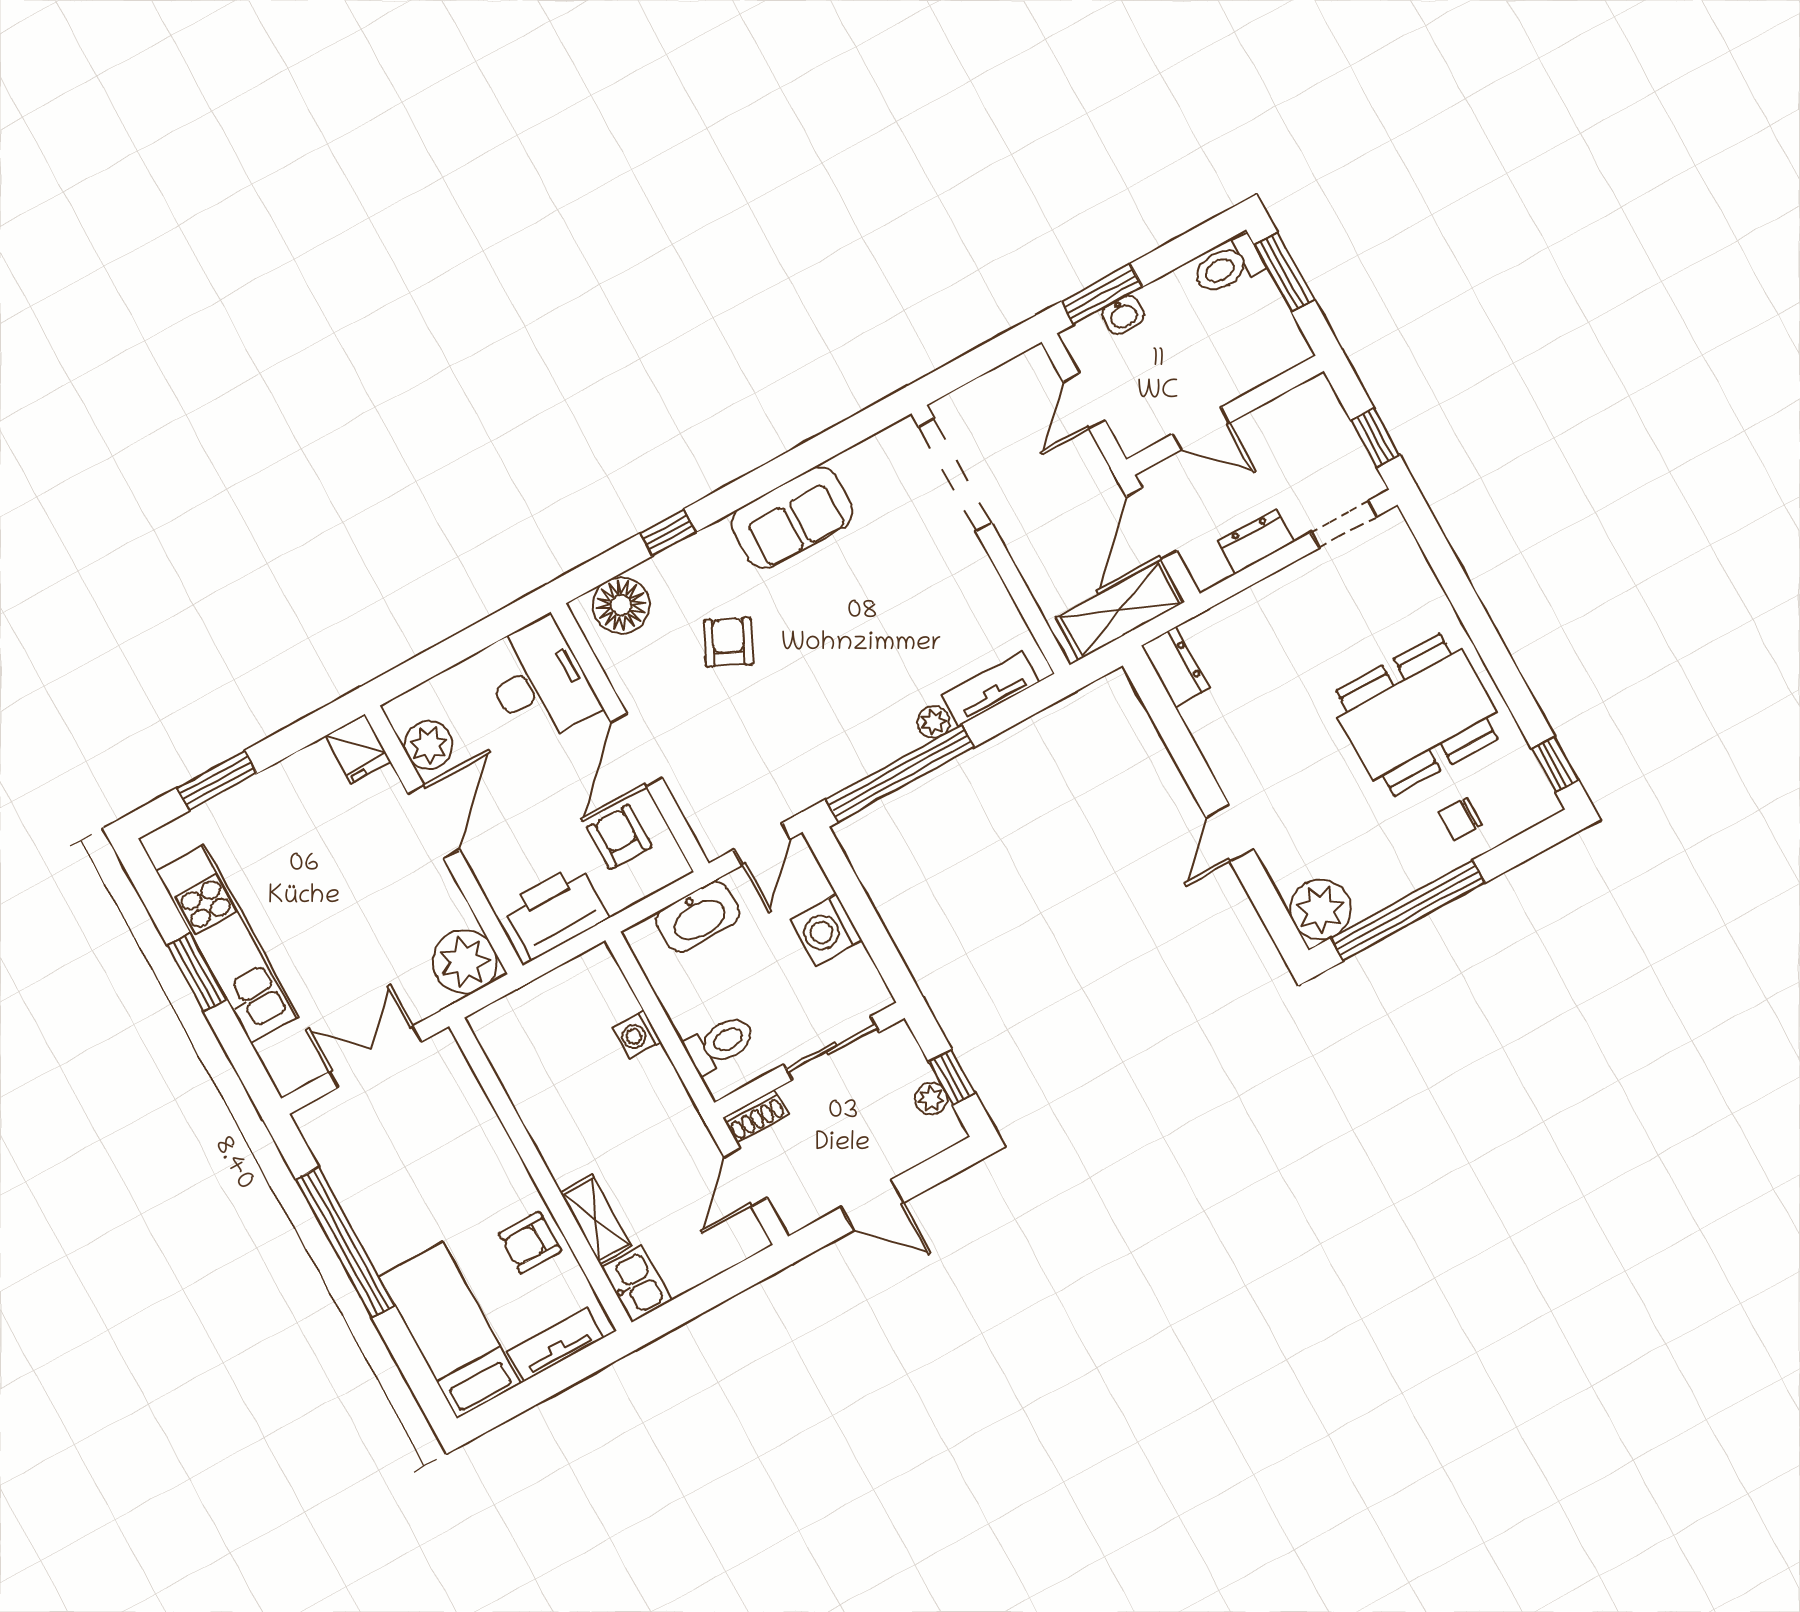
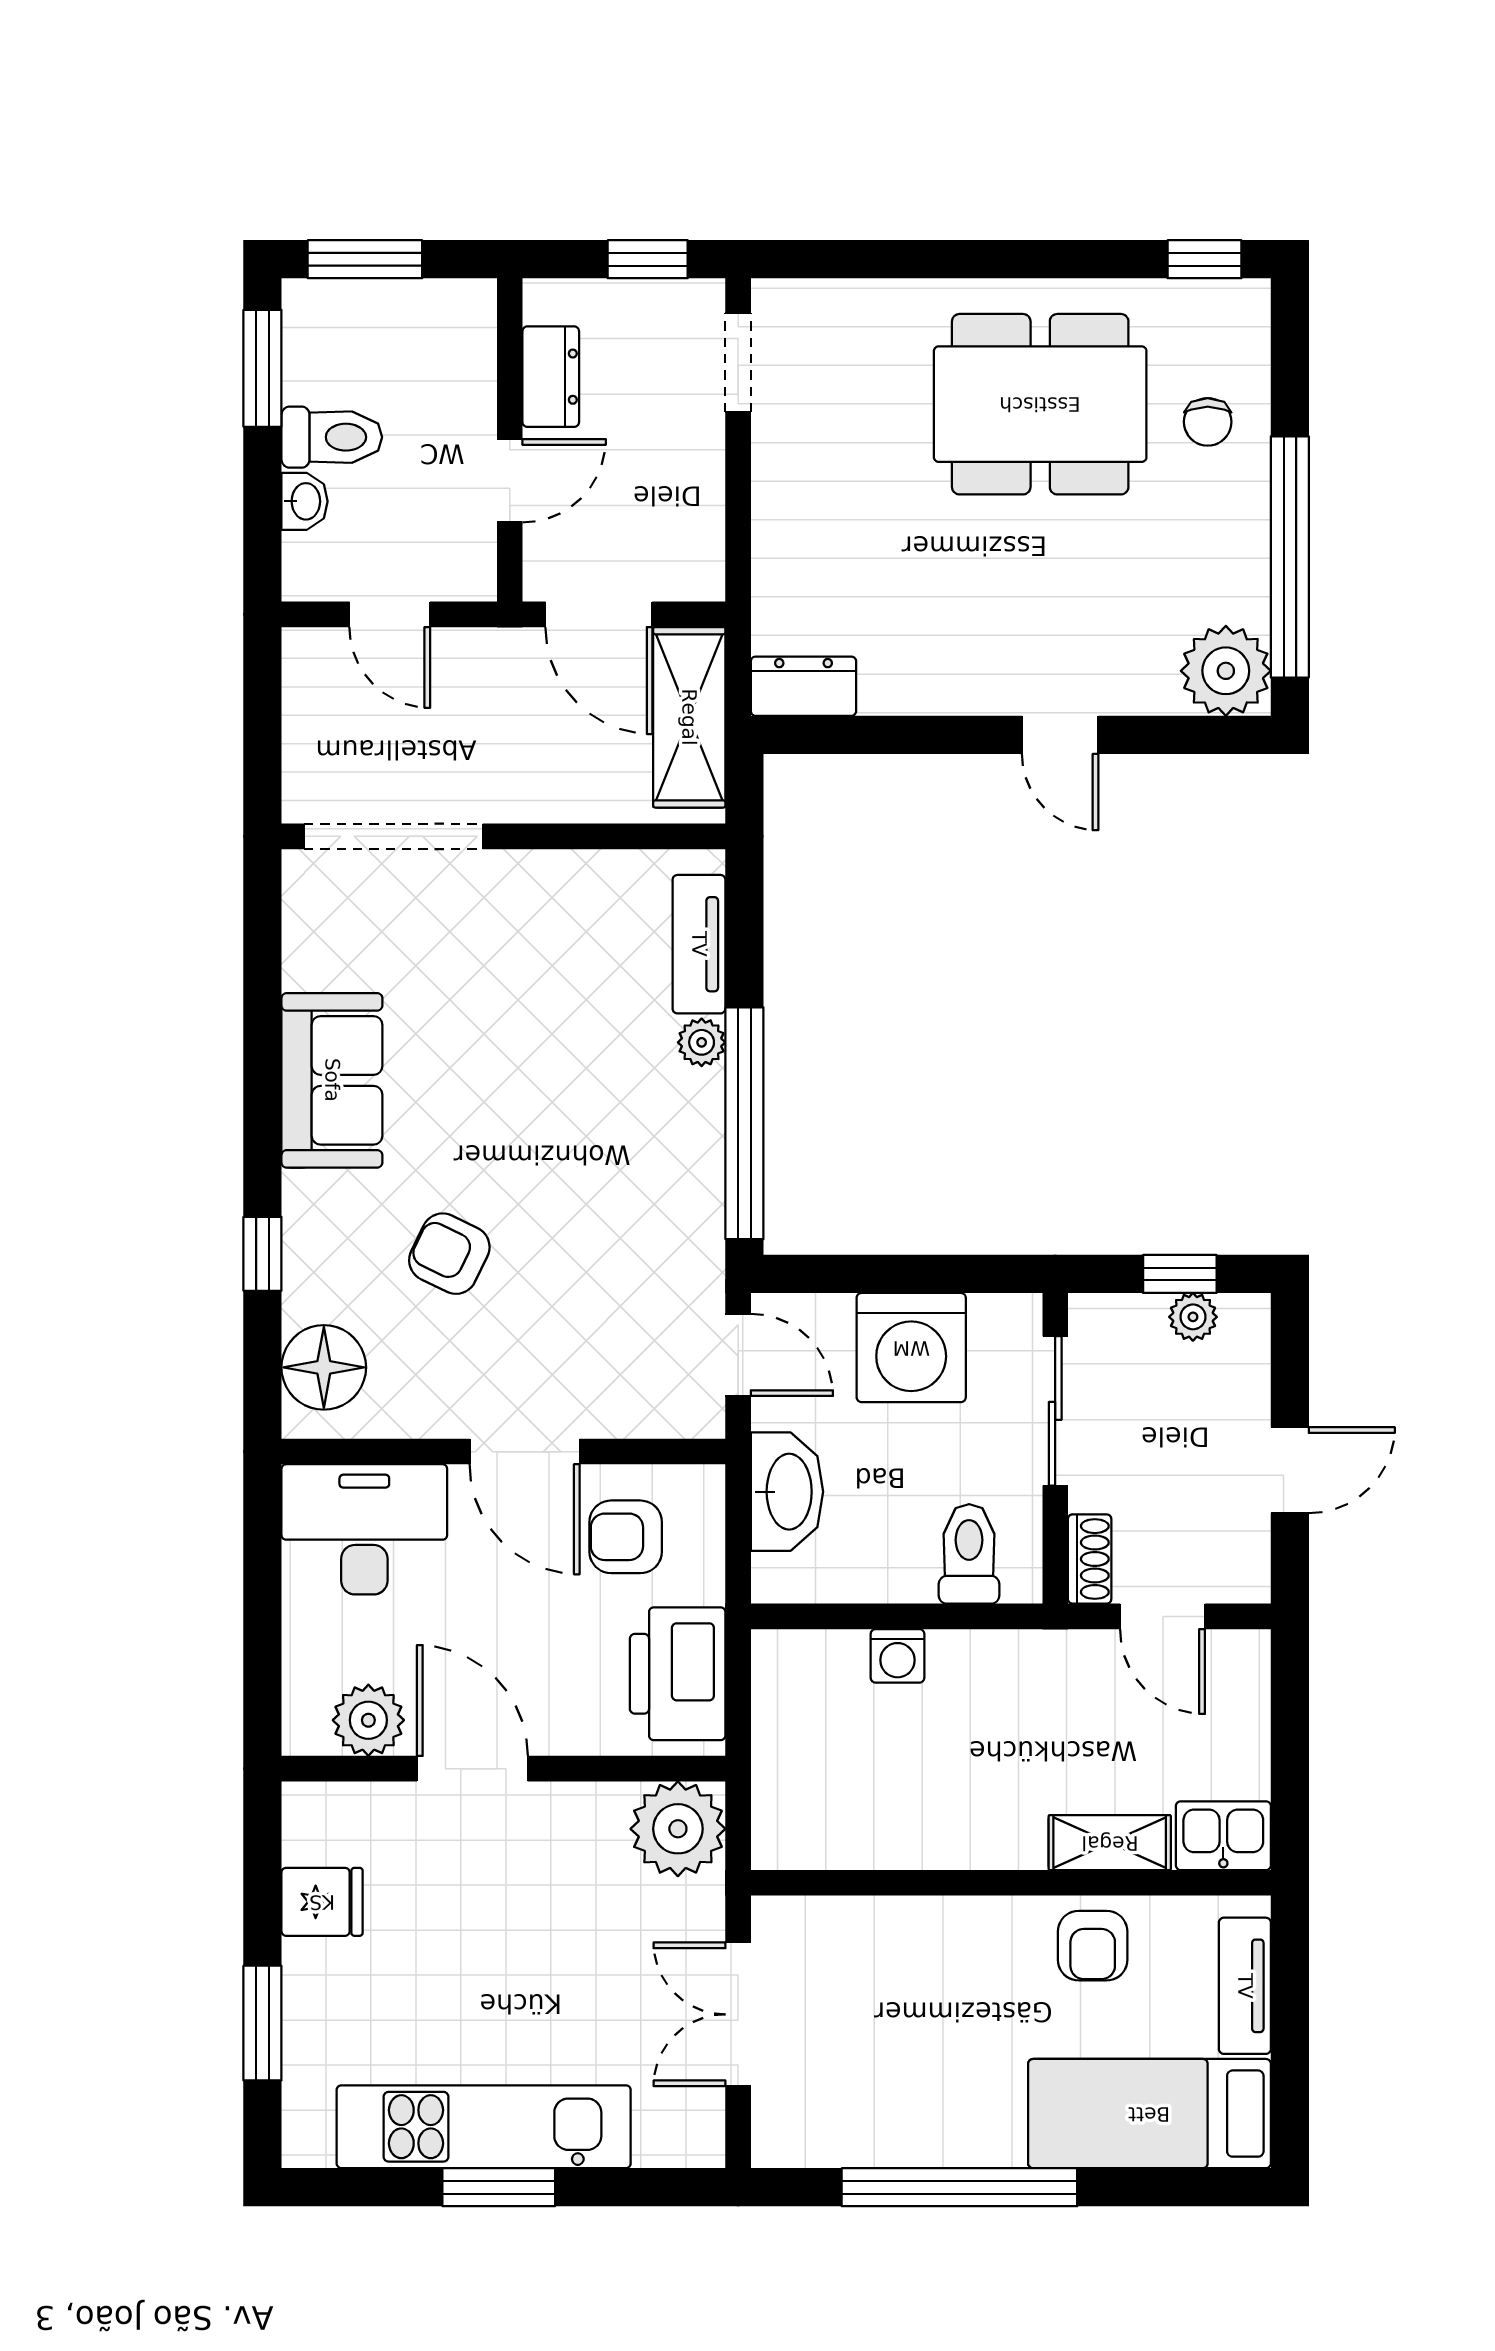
toilet: (1228, 266) -> (332, 437), moved, turned -90
window: (1102, 294) -> (262, 368), moved
dresser: (1256, 541) -> (551, 377), moved, turned 180
dining table: (1417, 715) -> (1040, 404), turned 90
fridge: (358, 749) -> (322, 1902), moved
washing machine: (826, 930) -> (911, 1348), width x1.37, depth x1.37

